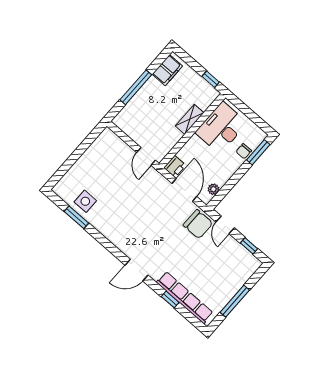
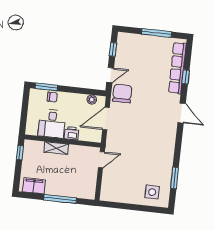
desk: (221, 128) -> (52, 124), width x0.73
printer: (175, 167) -> (71, 133), moved
side table: (85, 201) -> (152, 192), moved

